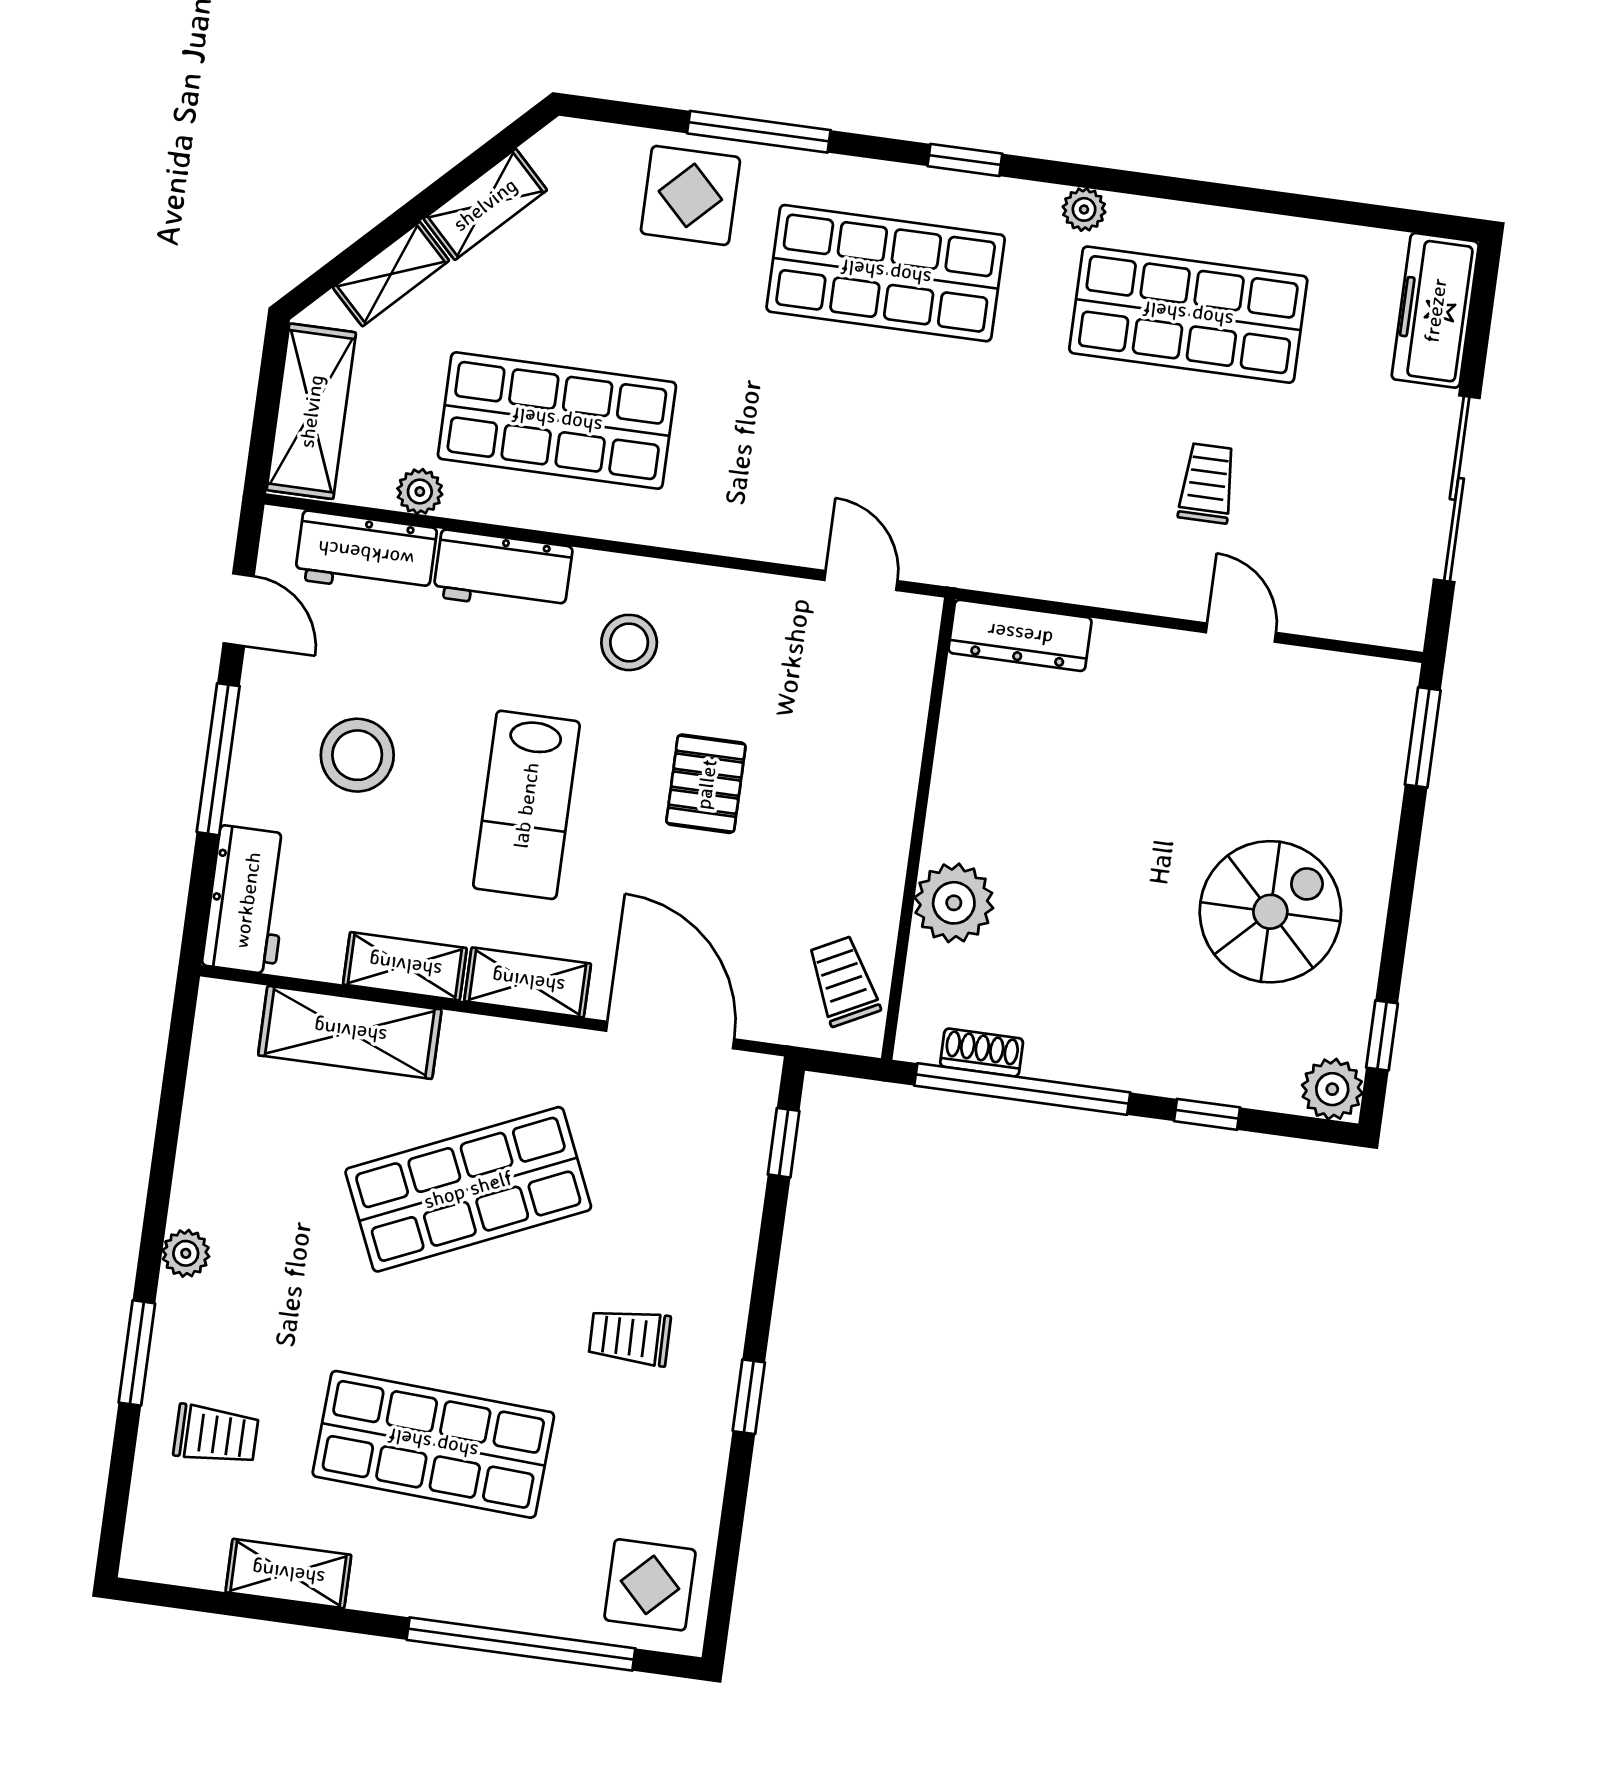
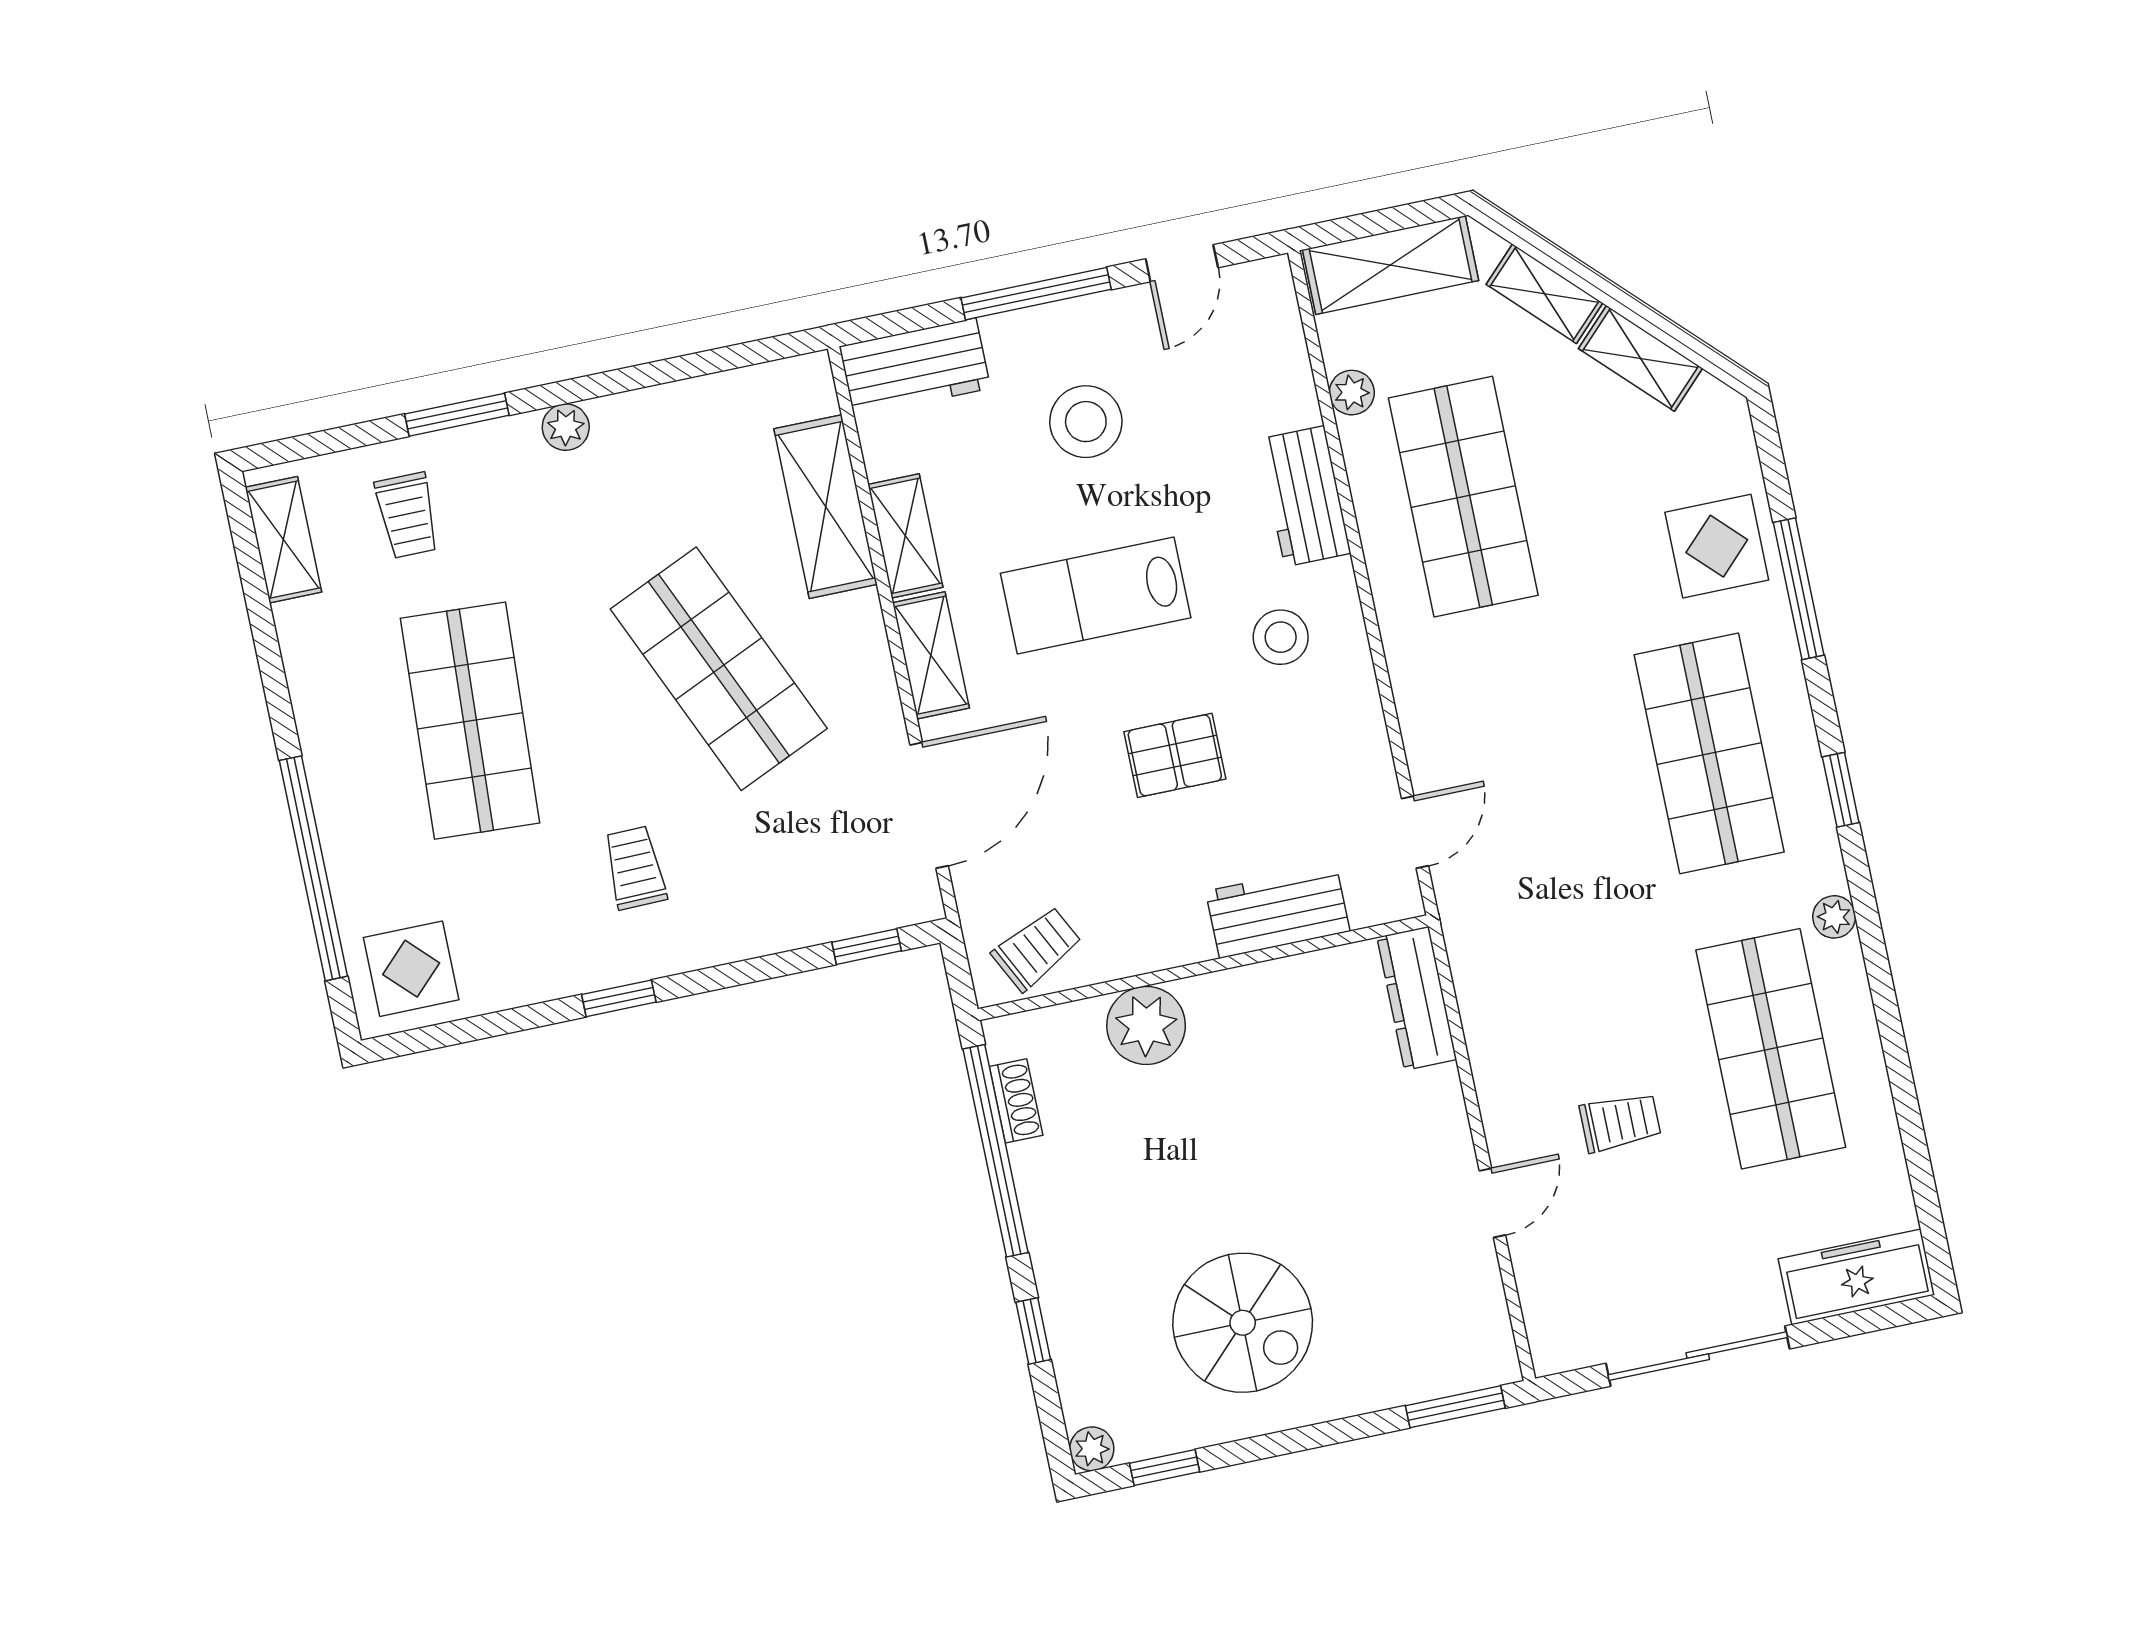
workbench: (366, 554) -> (1278, 911), moved, turned 90
plant: (1332, 1089) -> (1092, 1449), width x0.73, depth x0.73
shelving: (288, 1574) -> (283, 540), moved

